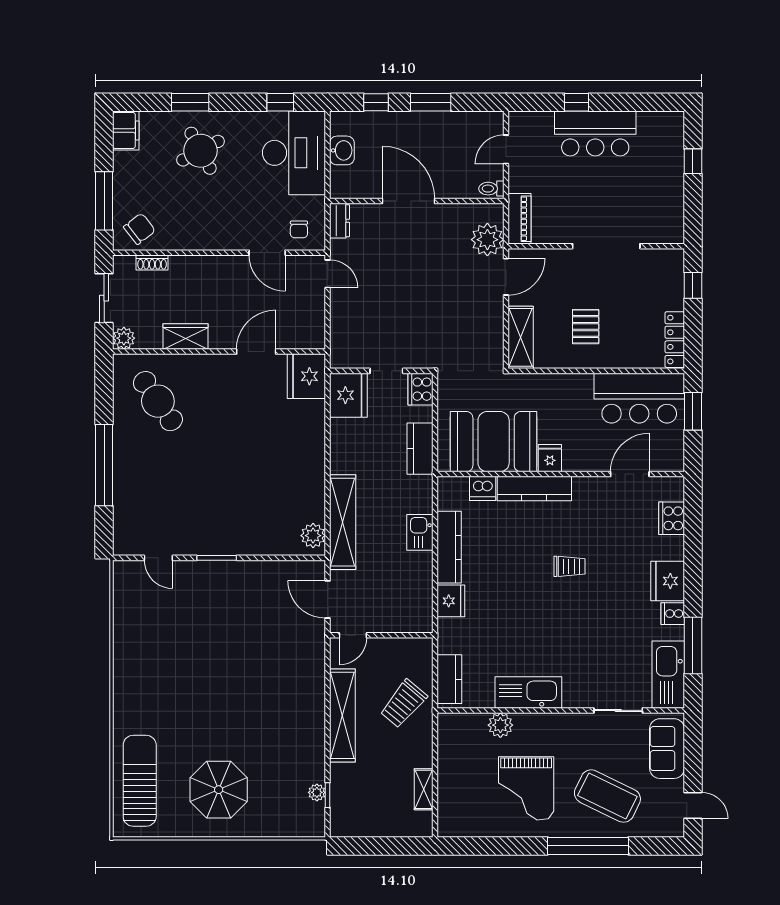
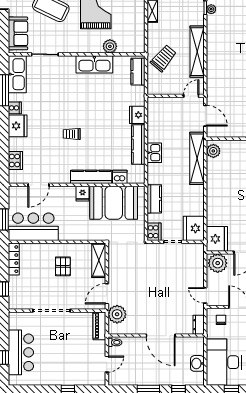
bar counter: (595, 133) -> (21, 352), moved, turned 90
plant: (305, 332) -> (218, 263), added

